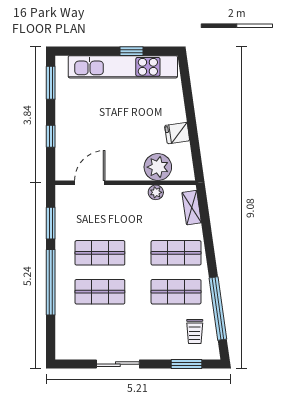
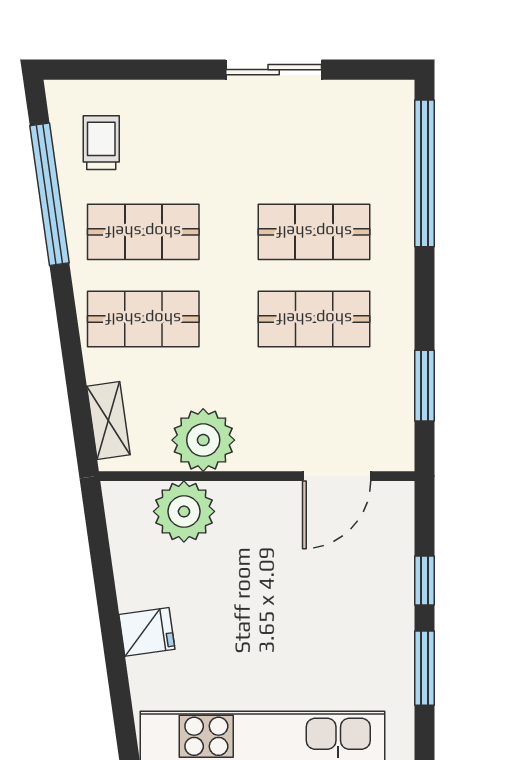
window: (51, 83) -> (425, 668), moved
fridge: (177, 133) -> (147, 632), moved
plant: (156, 192) -> (203, 440), width x1.88, depth x1.88
window: (51, 282) -> (425, 173), moved
window: (187, 364) -> (120, 70), removed

